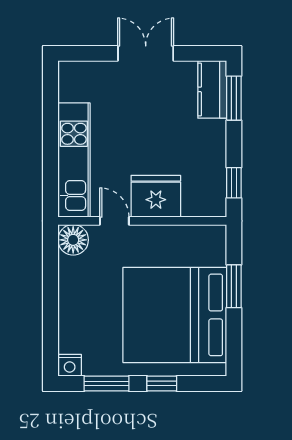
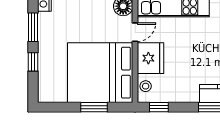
stool: (201, 204) -> (146, 86), added
bed: (175, 315) -> (100, 73), moved, turned -90

